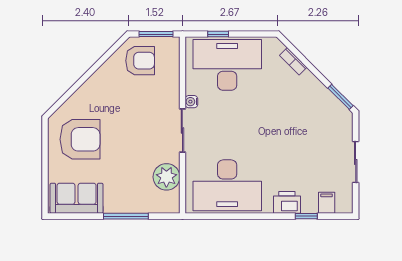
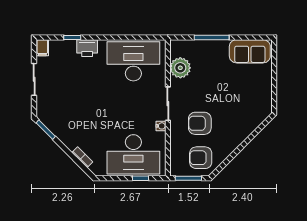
armchair: (80, 139) -> (200, 123), moved, width x0.73, depth x0.73
filing cabinet: (327, 203) -> (42, 48), moved

